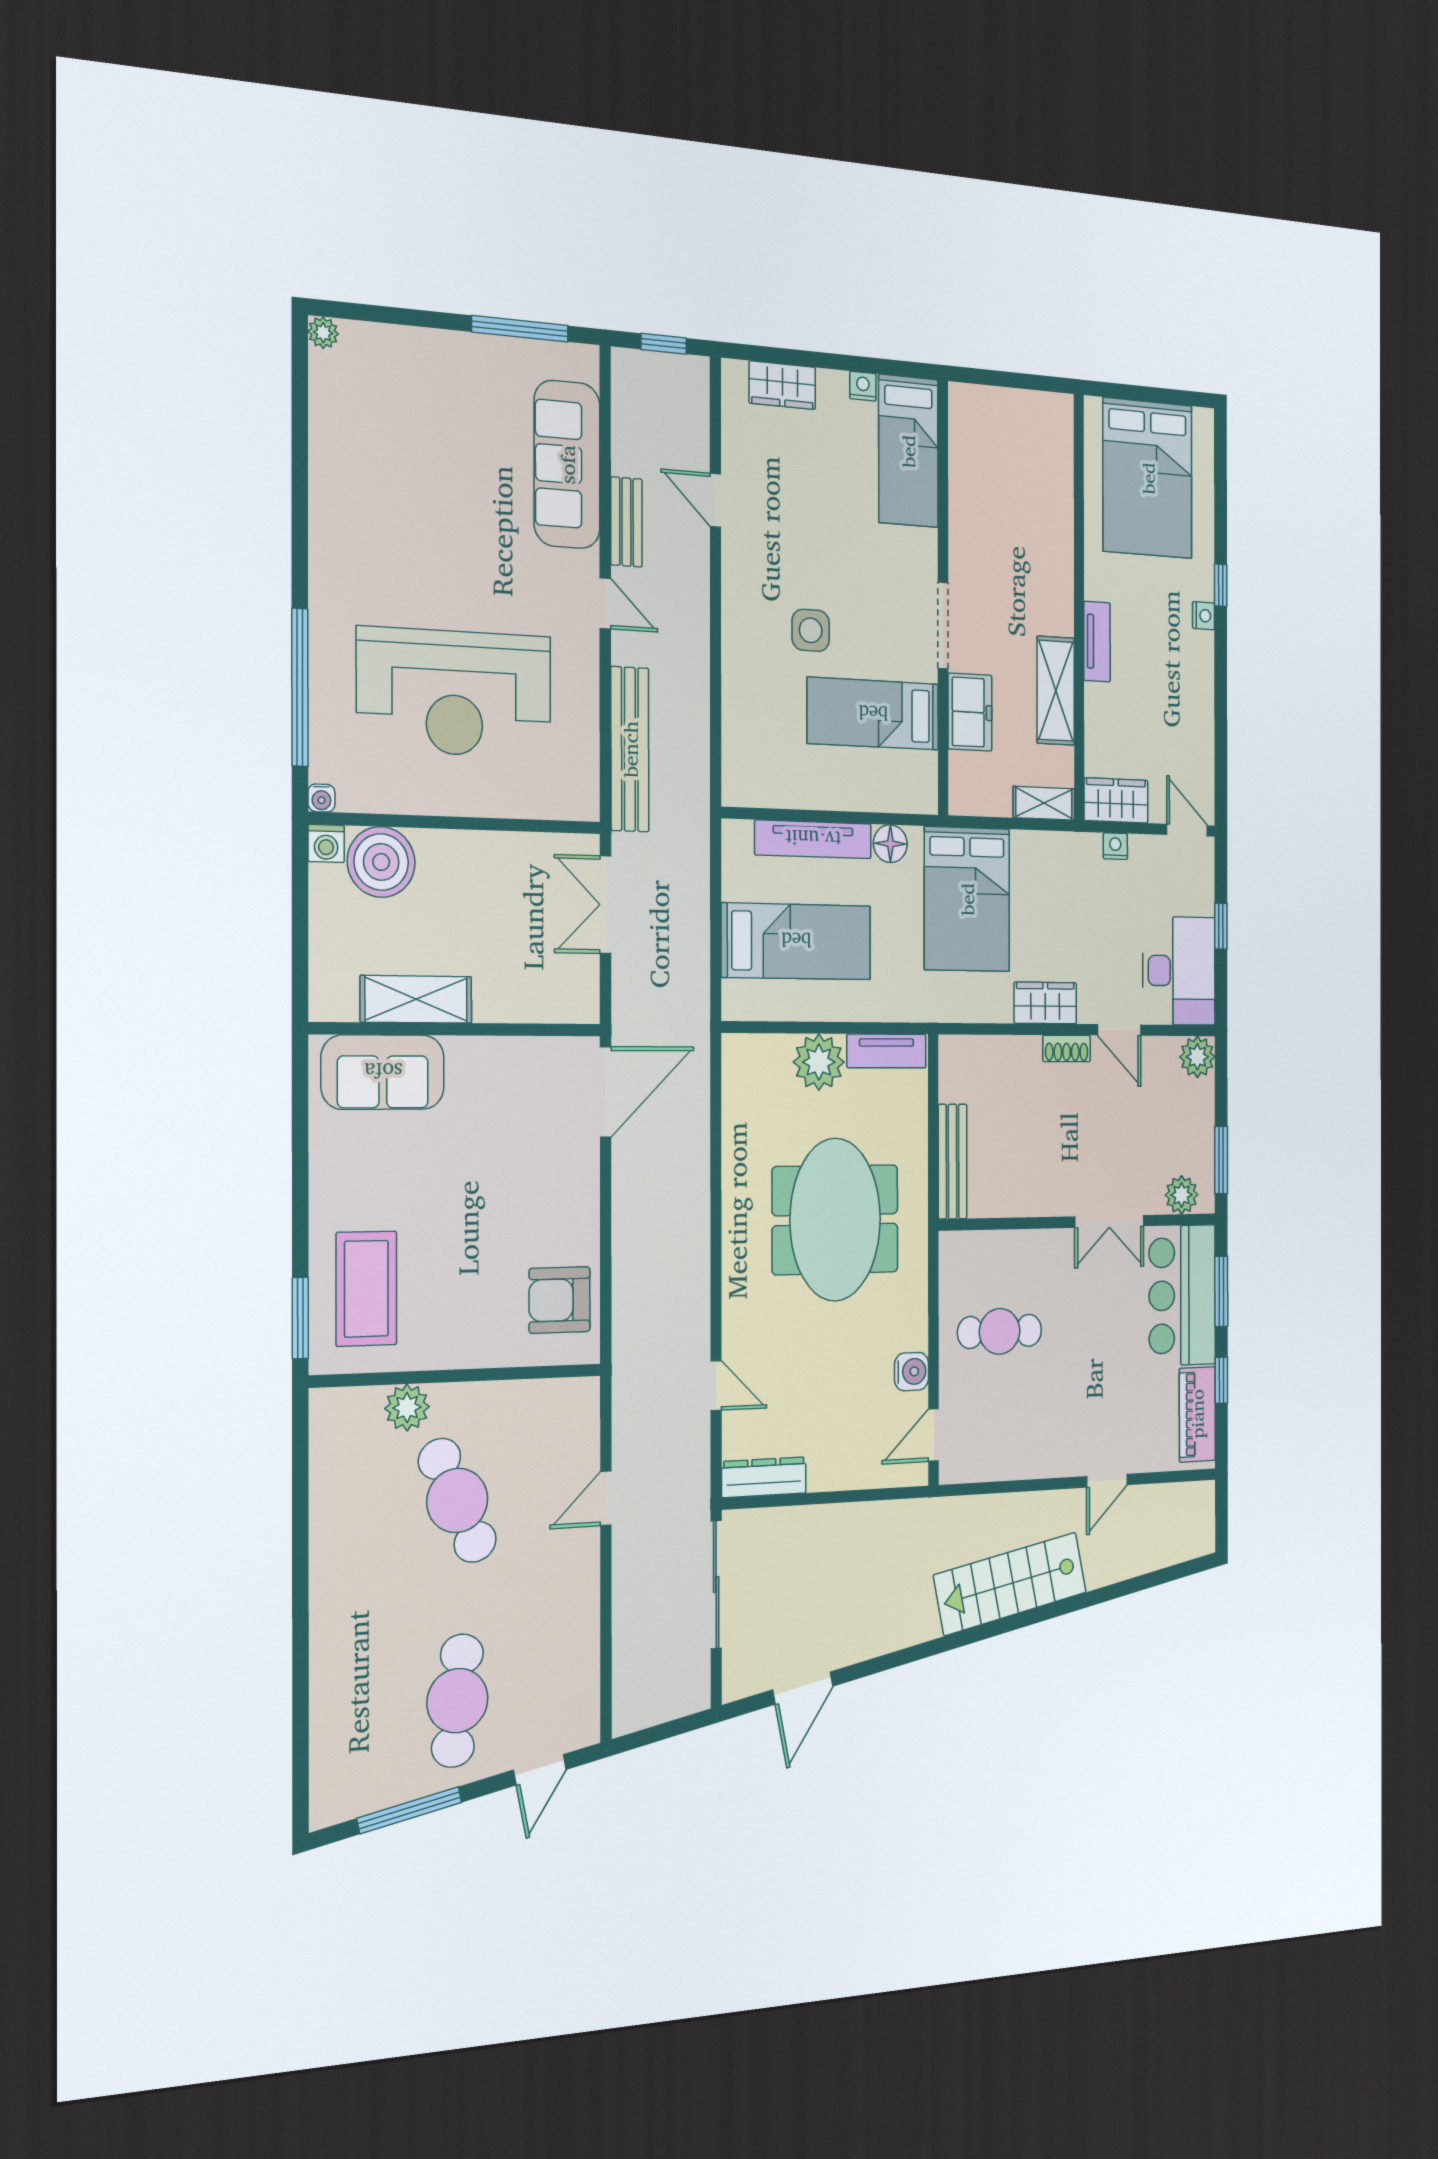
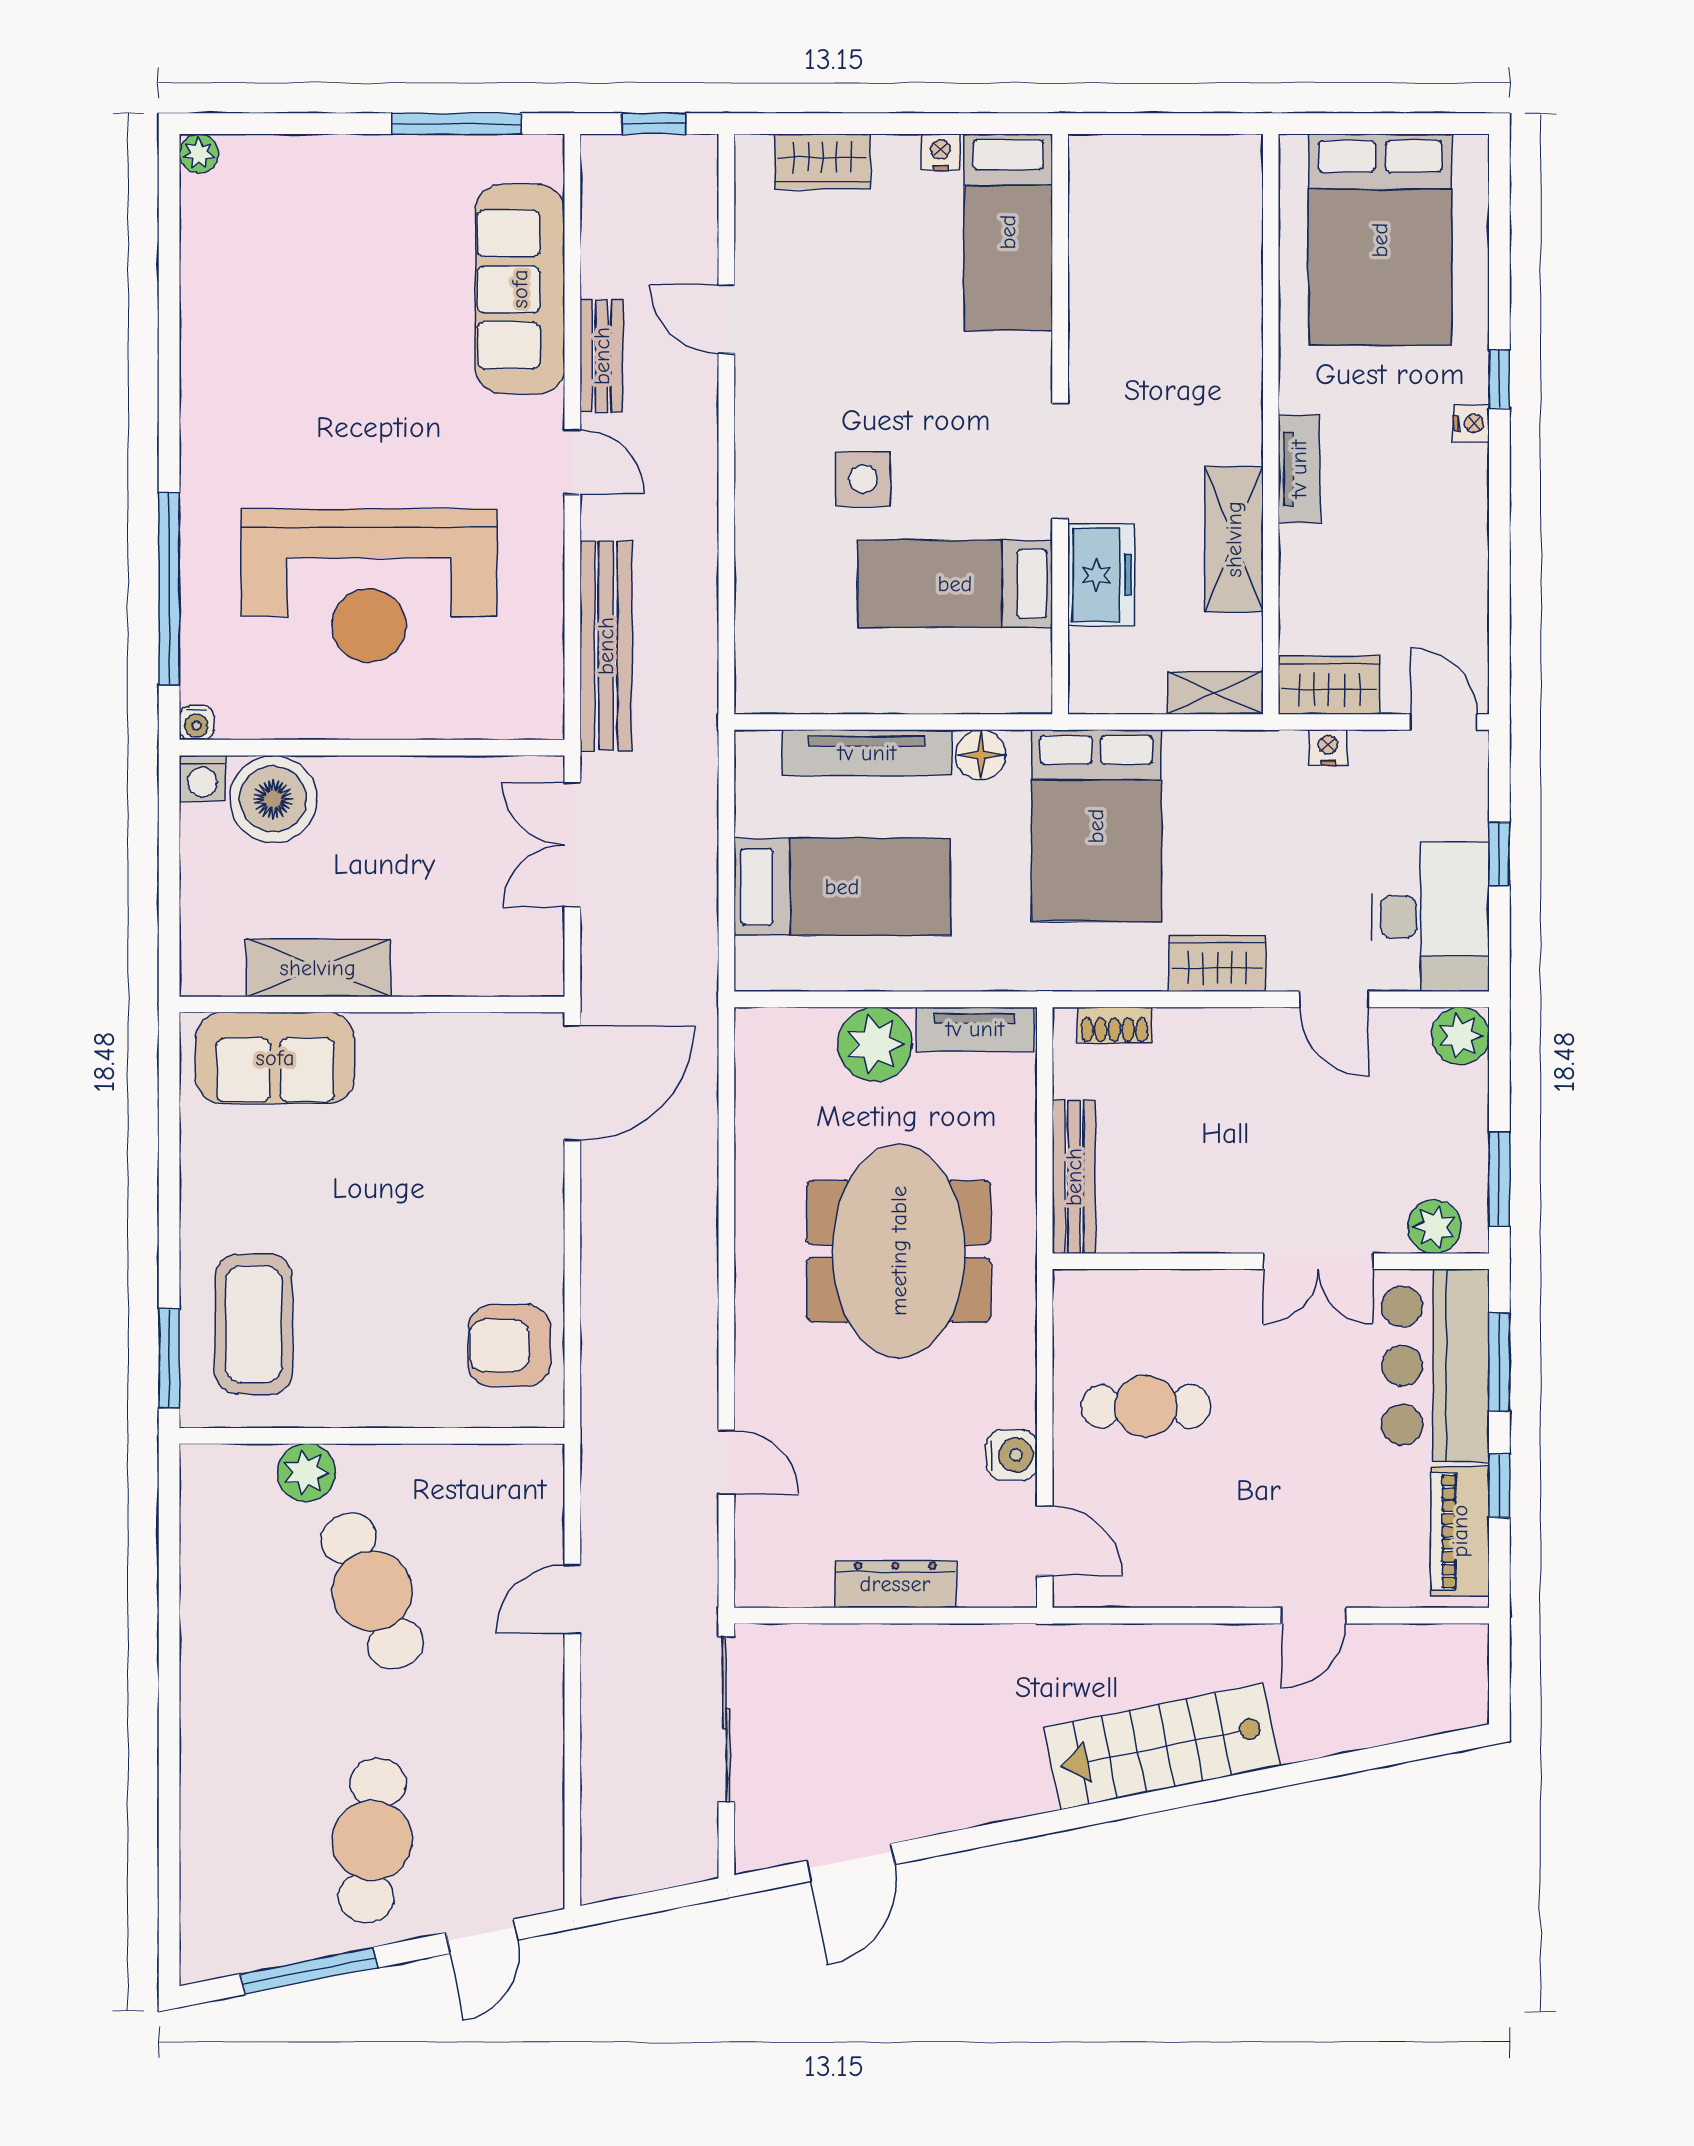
shoe rack: (1067, 1048) -> (1114, 1025), moved
door: (933, 1435) -> (1045, 1541), swing flipped
dresser: (764, 1477) -> (895, 1584), moved

